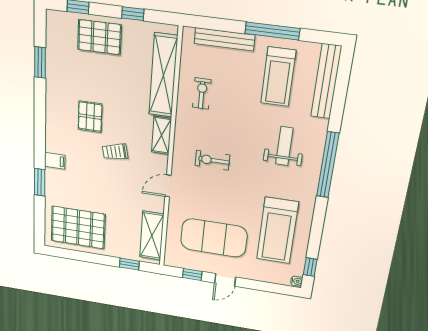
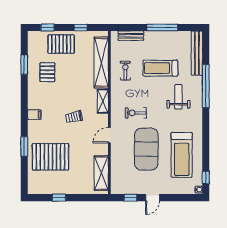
bench: (224, 39) -> (131, 36), width x0.73
treadmill: (278, 77) -> (160, 68), moved, turned 90
pallet: (90, 117) -> (47, 72), moved
filing cabinet: (55, 161) -> (34, 115), moved
window: (328, 165) -> (206, 86), moved
pallet: (78, 227) -> (50, 157), moved
exercise mat: (214, 238) -> (146, 149), moved, turned 90
window: (129, 264) -> (59, 198), moved

